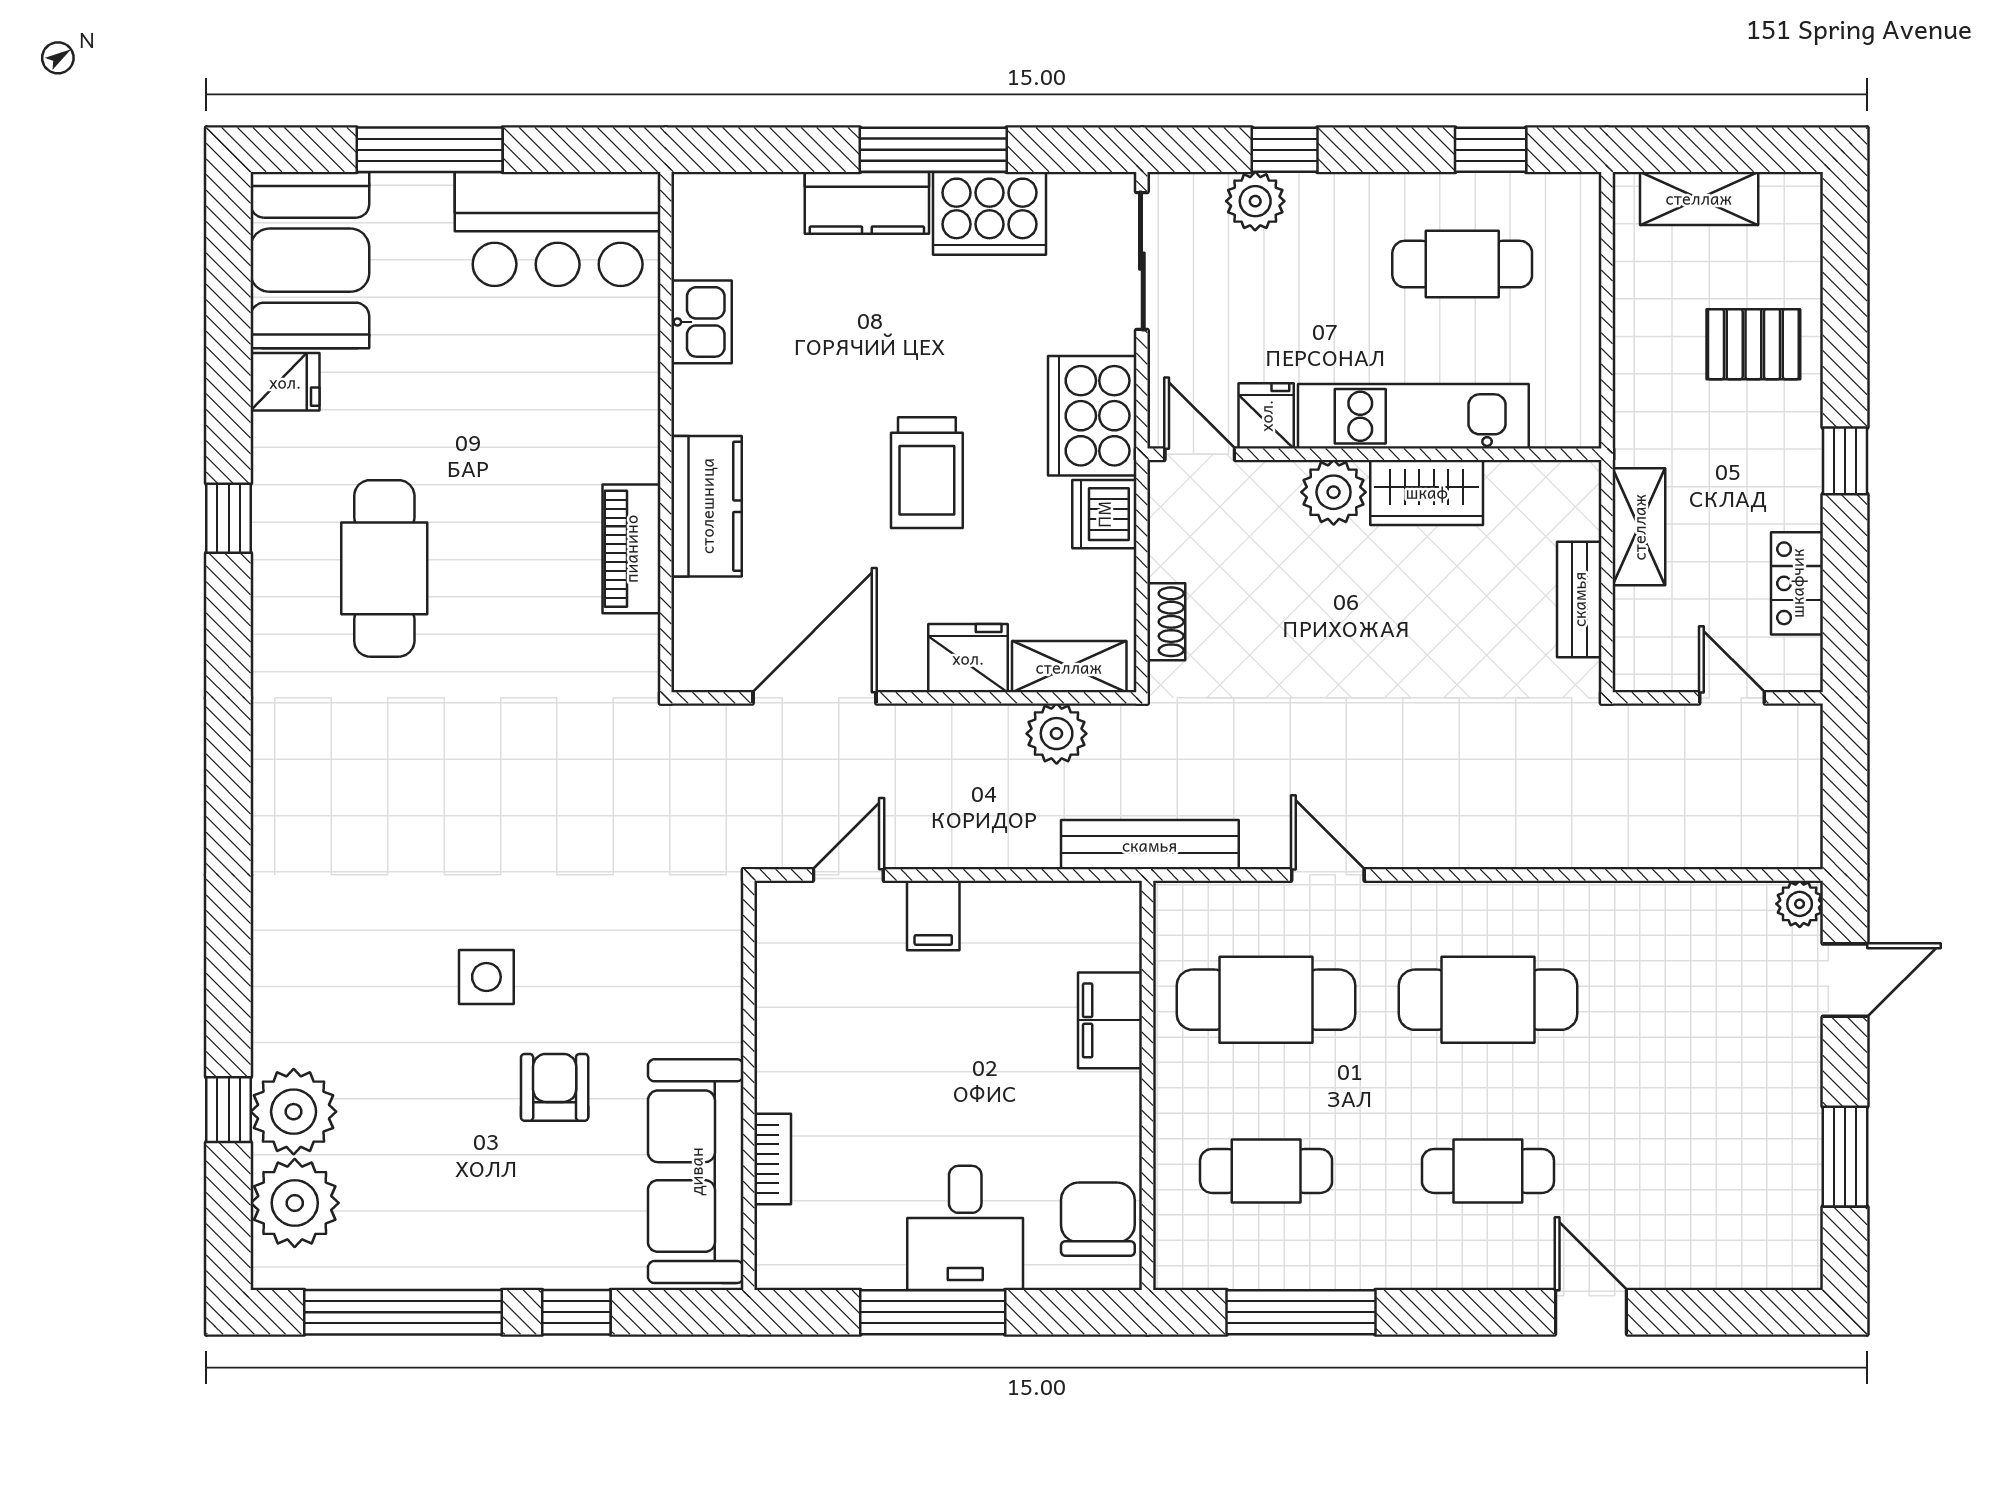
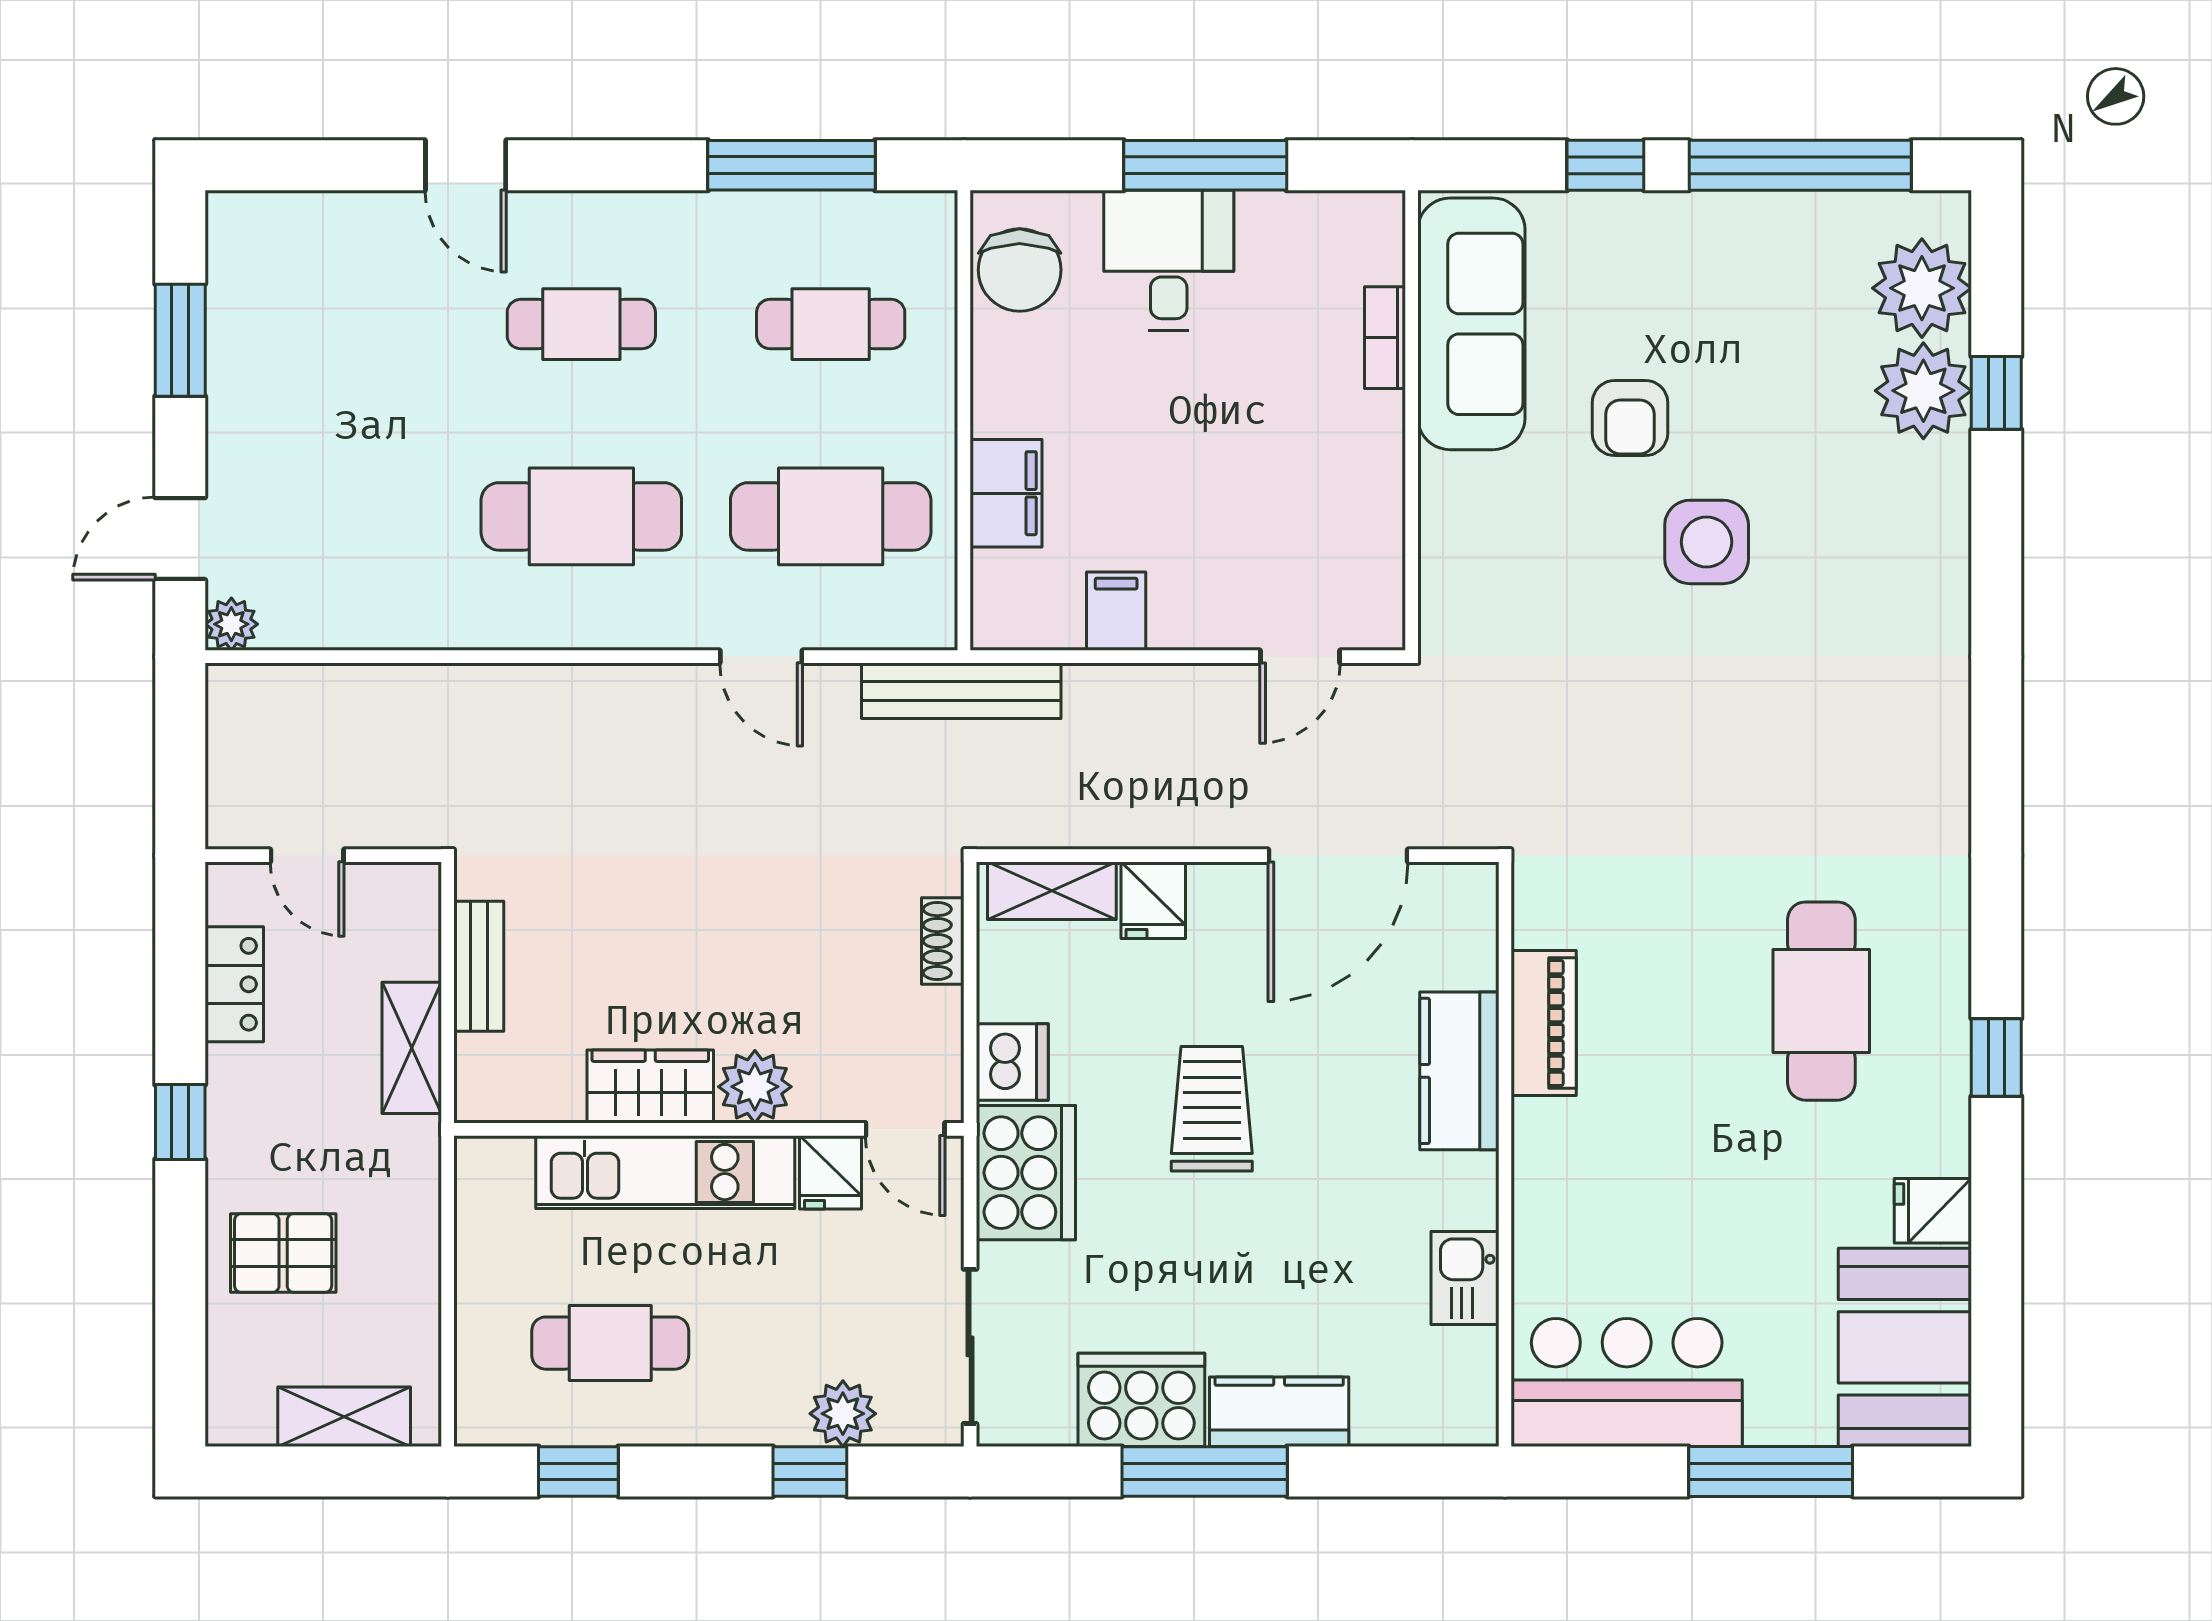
fridge: (968, 658) -> (1153, 900), width x0.72
plant: (1057, 734) -> (1066, 816), removed
filing cabinet: (933, 915) -> (1116, 611), moved
side table: (486, 977) -> (1707, 542), width x1.37, depth x1.37

